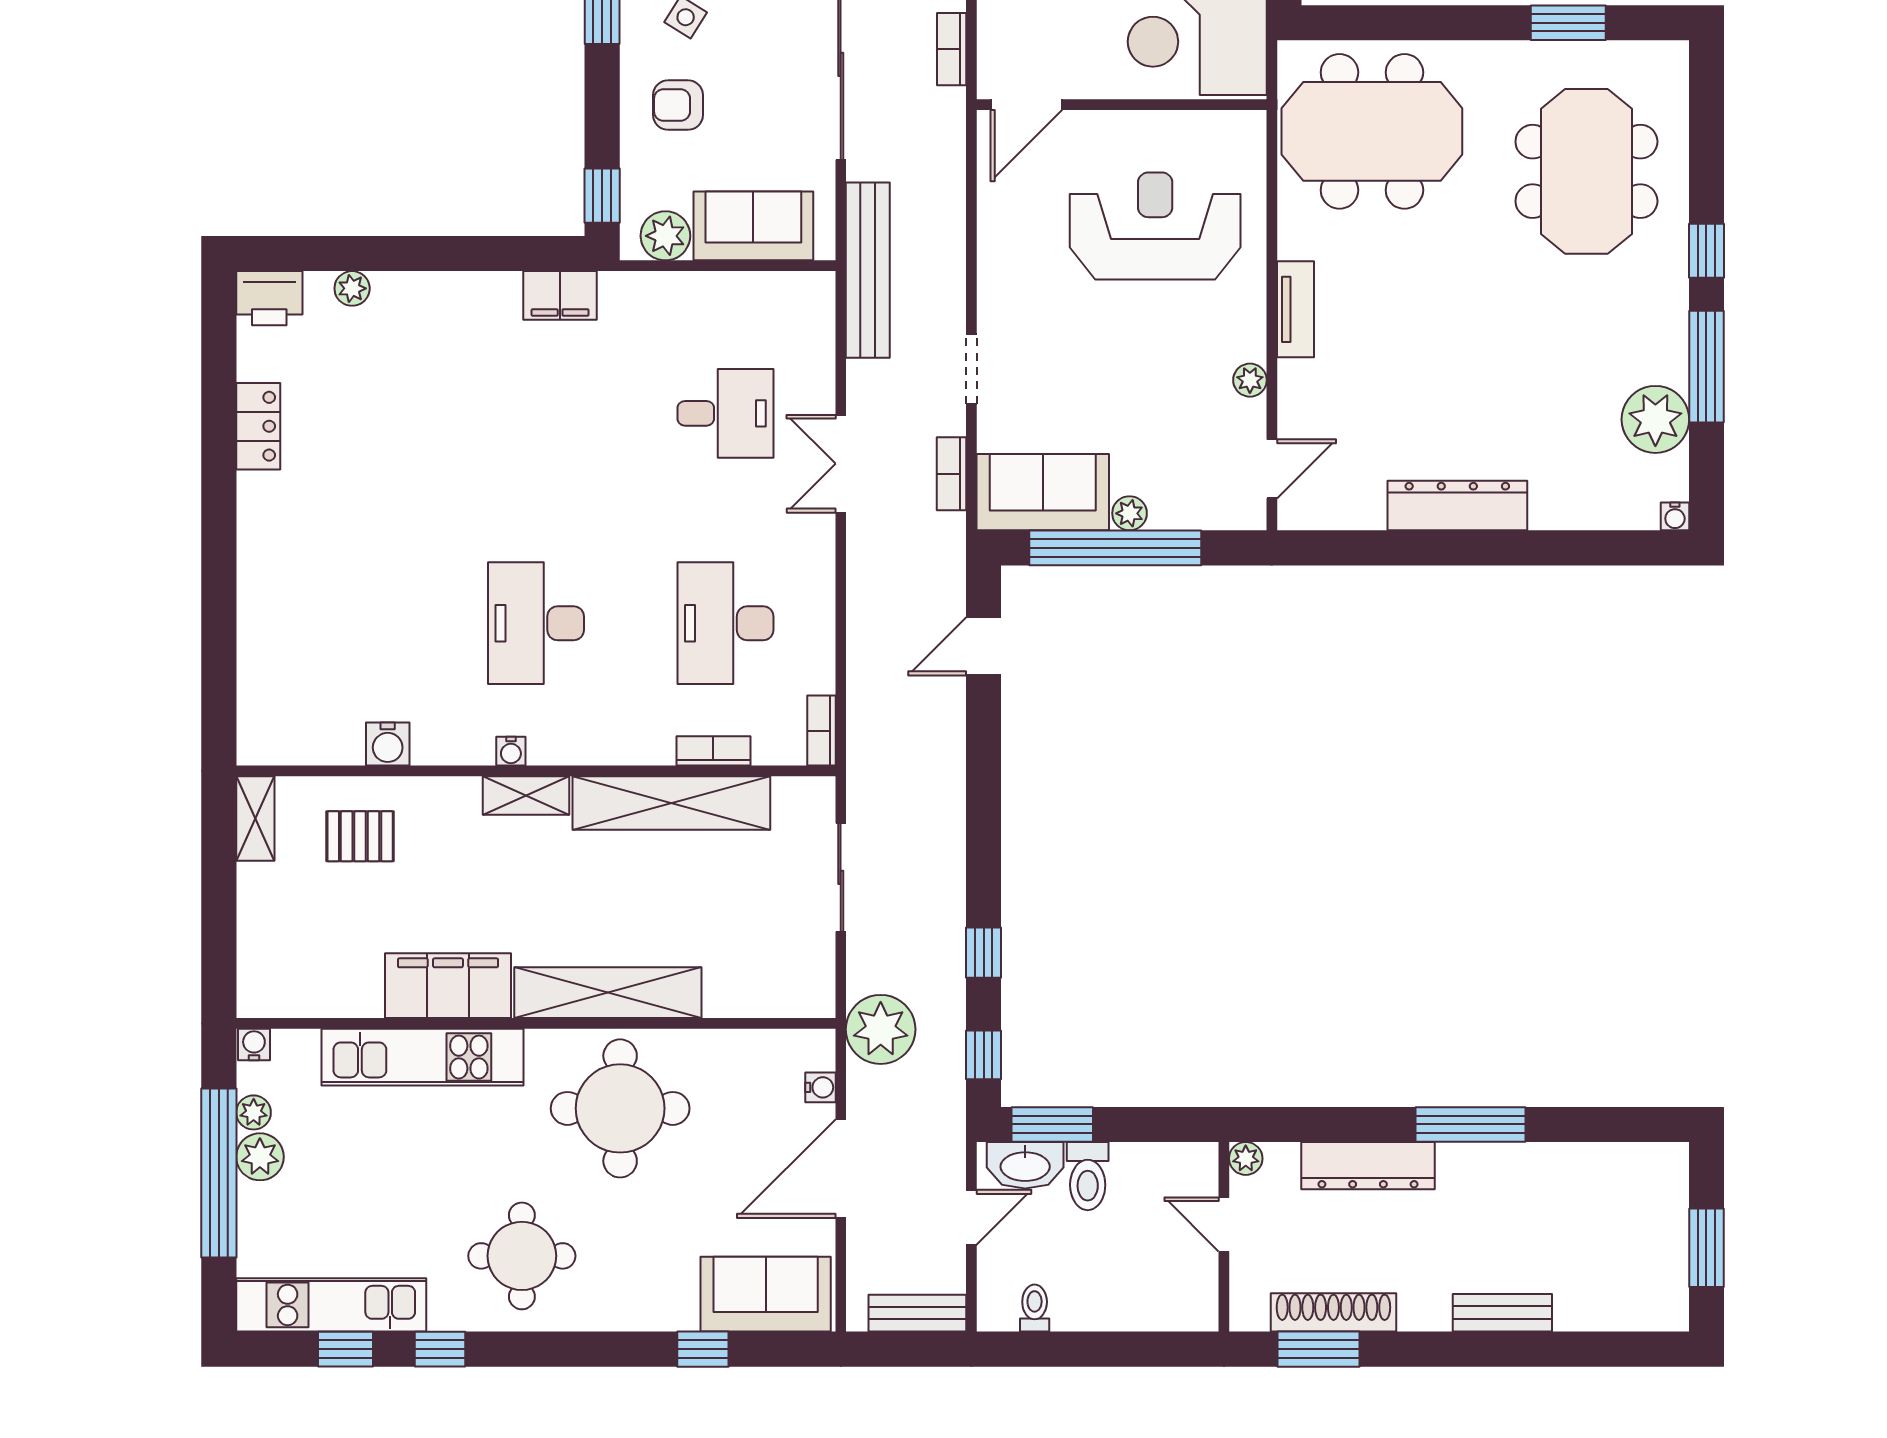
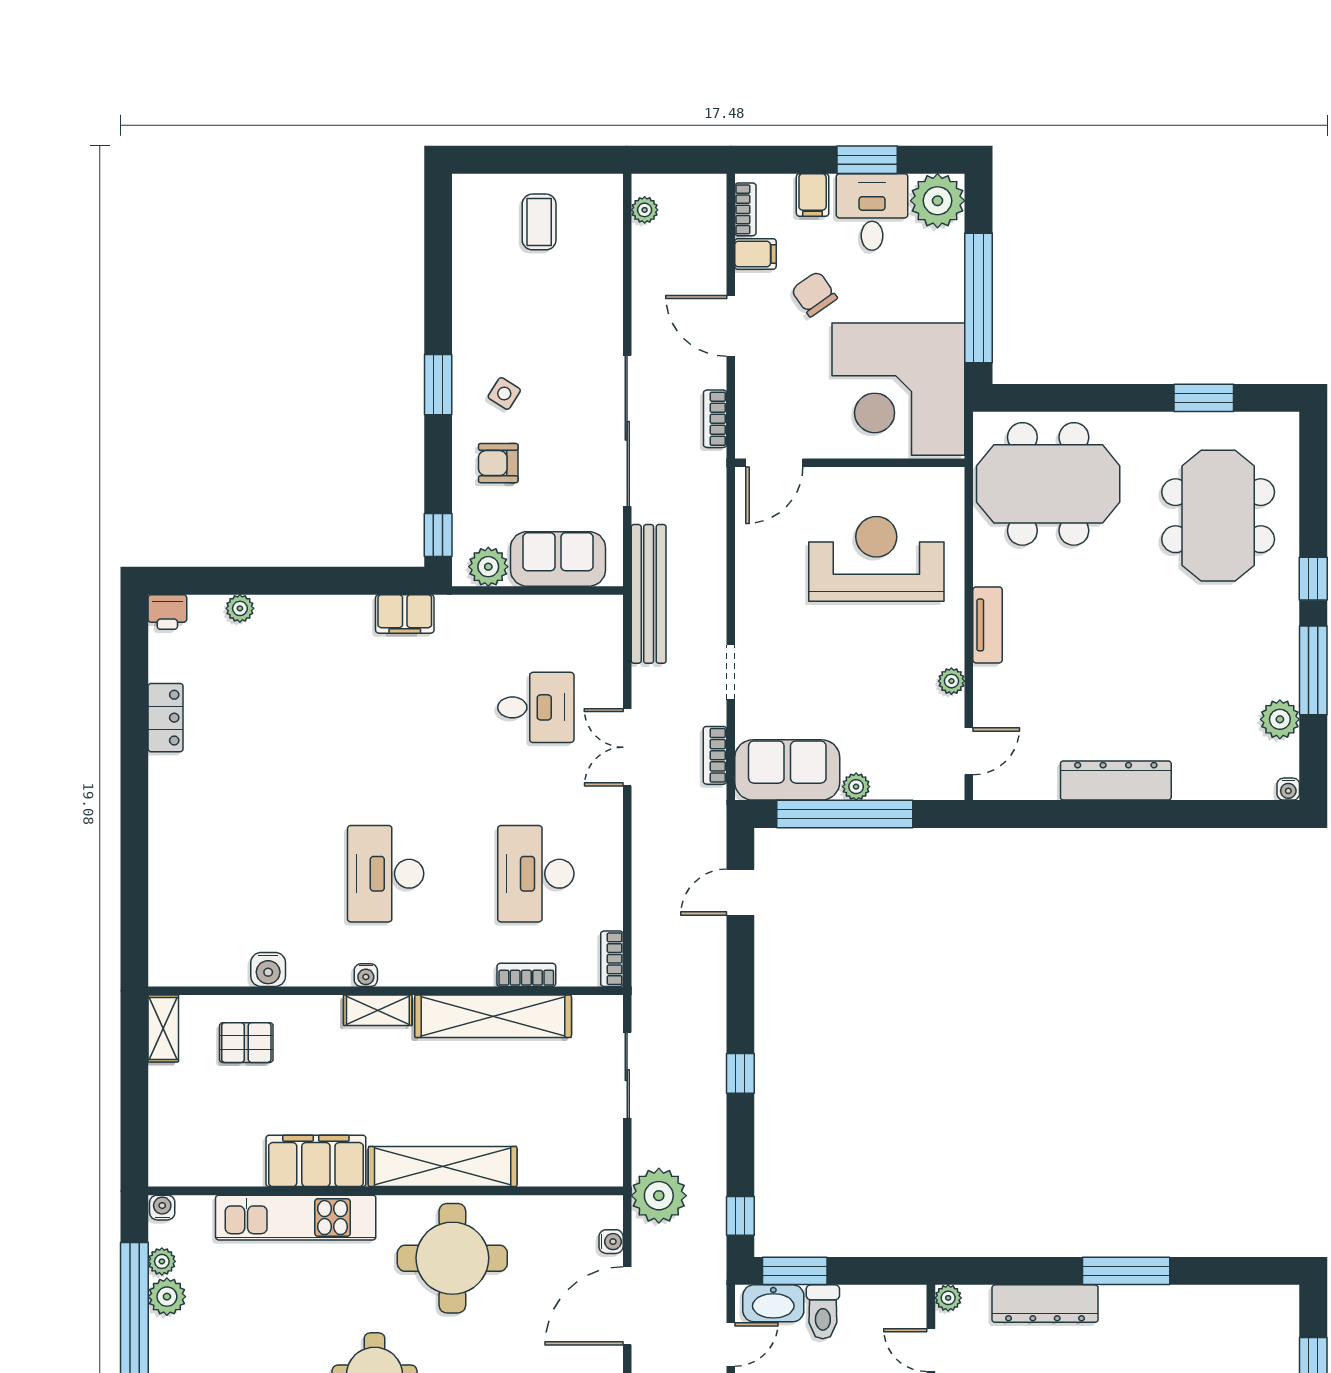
printer: (269, 298) -> (167, 612), width x0.73, depth x0.81
plant: (1655, 419) -> (1280, 719), width x0.73, depth x0.73
window: (984, 953) -> (740, 1073), moved

